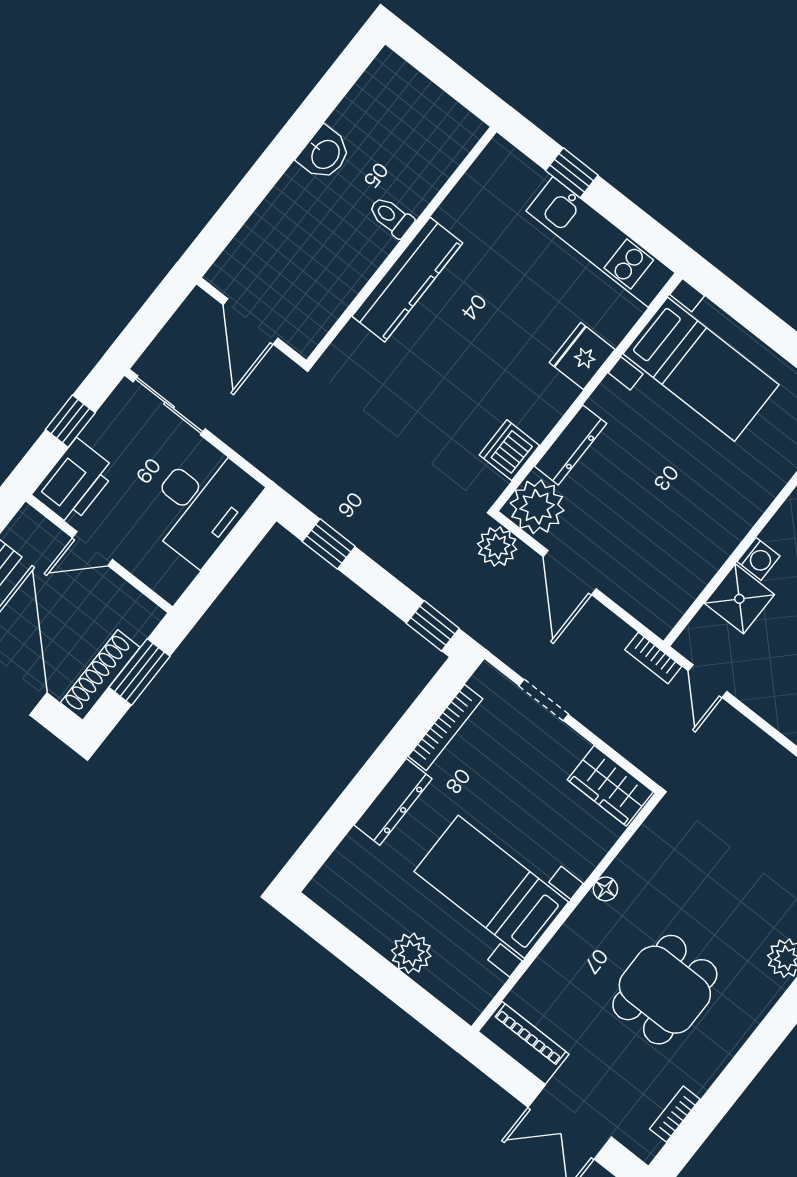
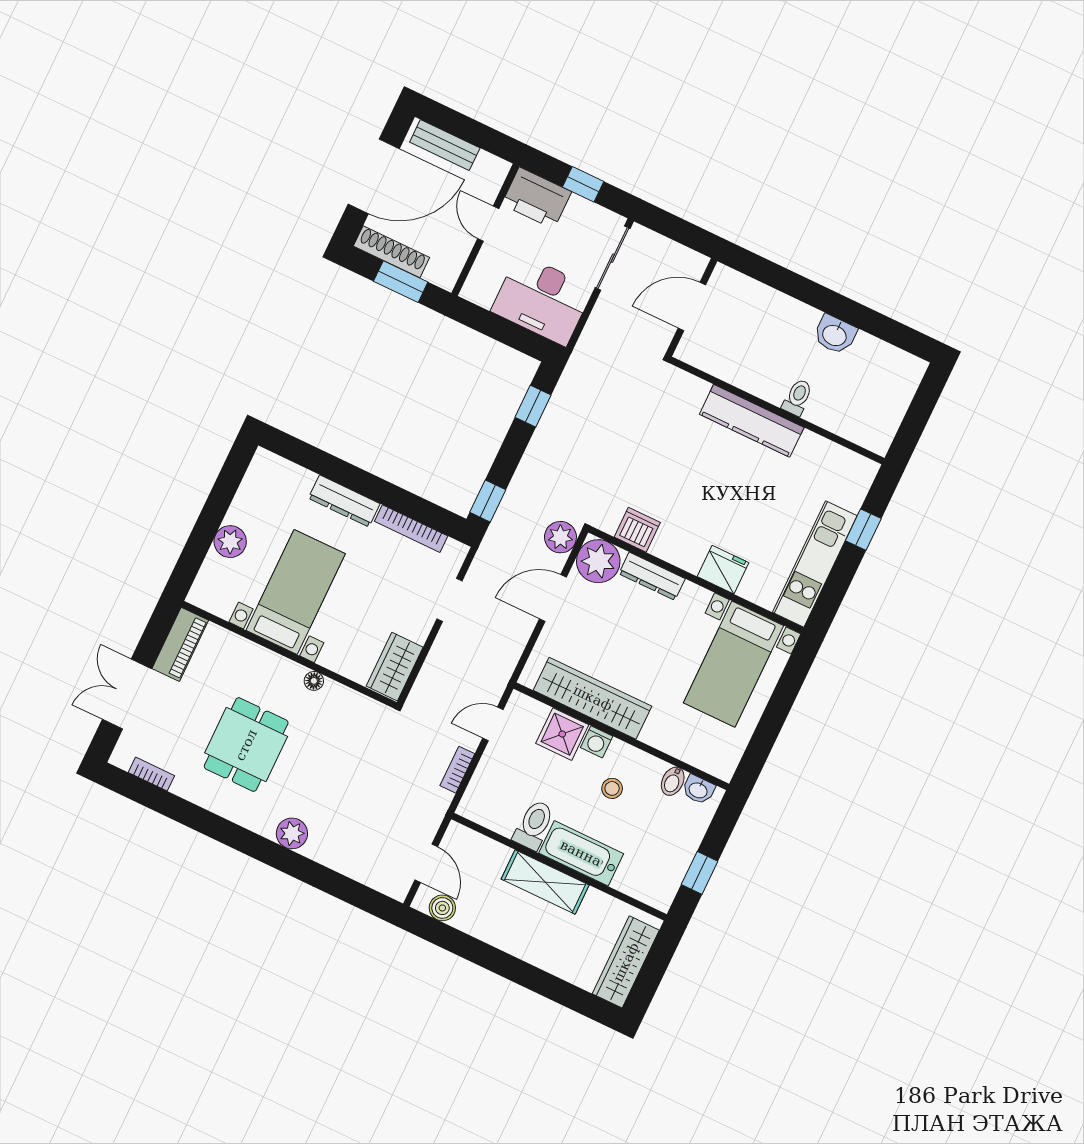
wardrobe: (704, 552) -> (593, 698), added
bookcase: (653, 658) -> (457, 770), moved
dining table: (665, 990) -> (246, 745), turned 90

